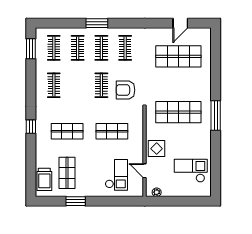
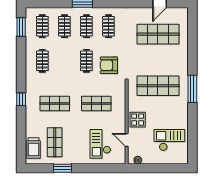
checkout: (116, 175) -> (100, 144), turned 180

